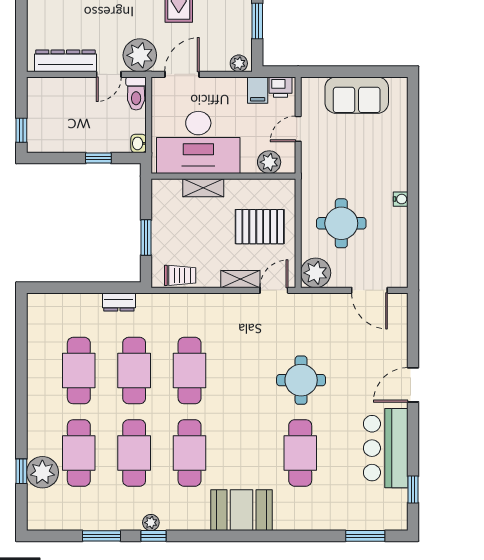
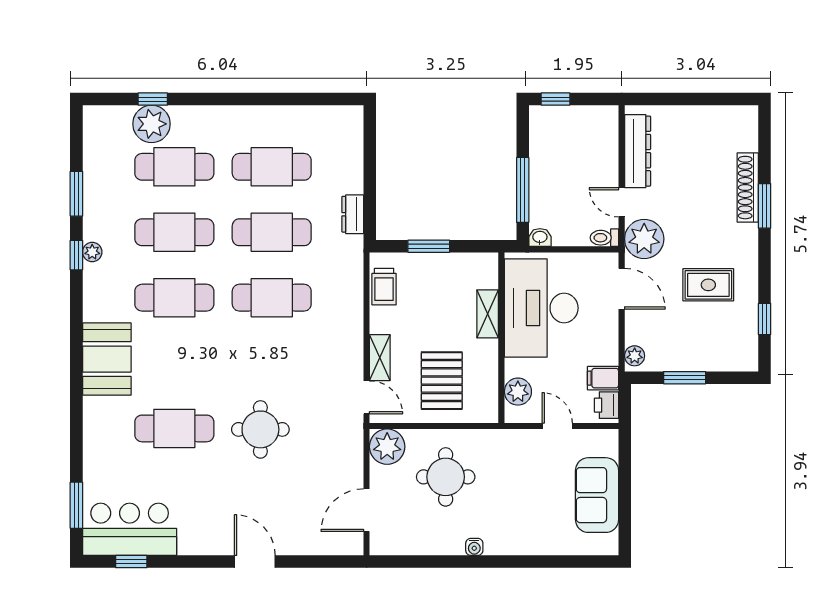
toilet: (136, 94) -> (604, 238), width x0.73, depth x0.72
window: (98, 158) -> (523, 190), width x2.17
bar counter: (386, 448) -> (130, 529), moved

